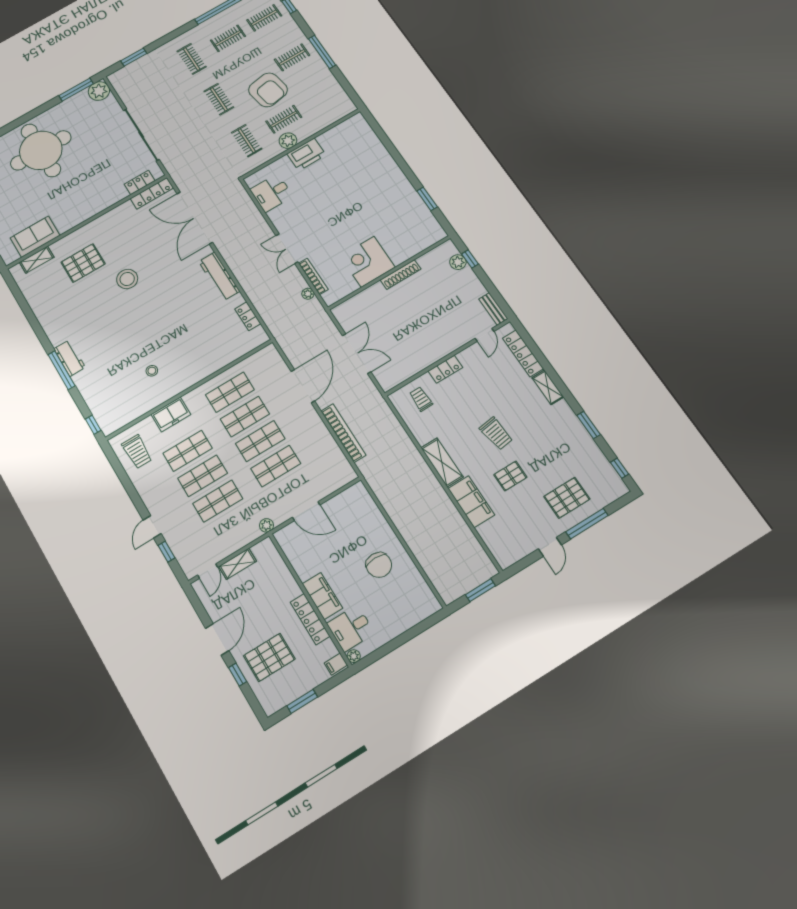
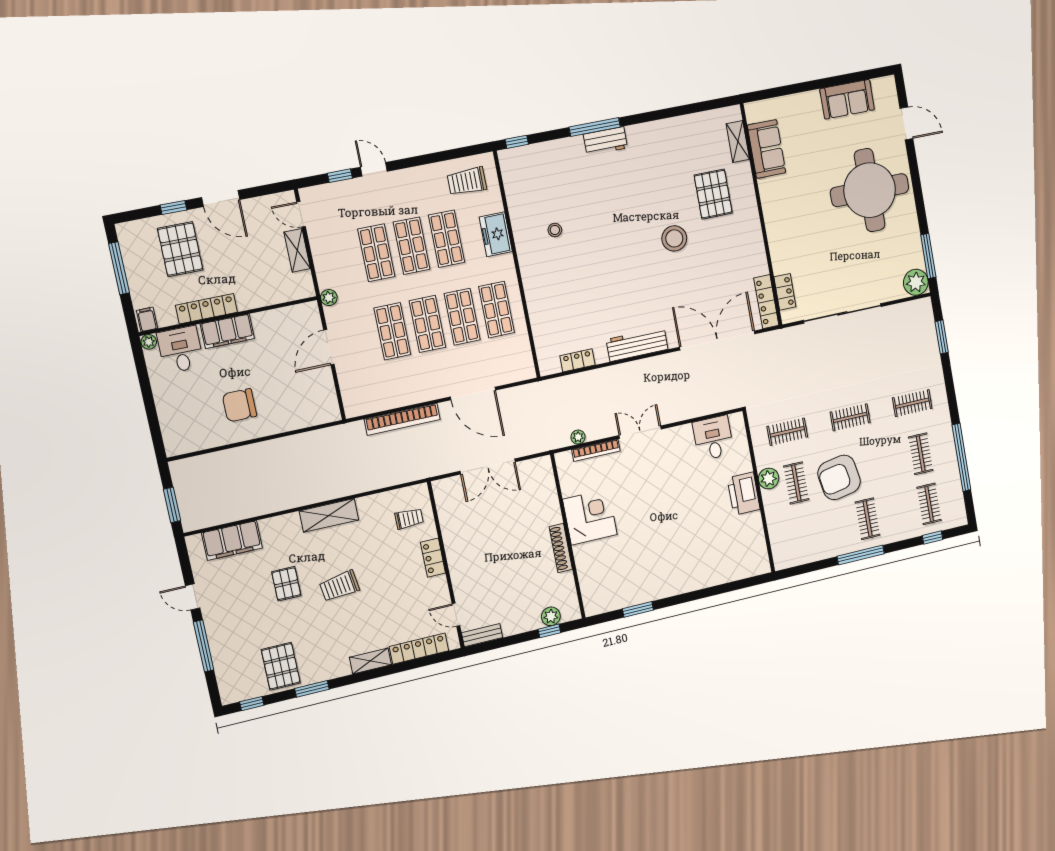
pallet: (567, 498) -> (281, 666), moved
filing cabinet: (471, 502) -> (232, 540), moved
window: (302, 701) -> (119, 268), width x1.44

